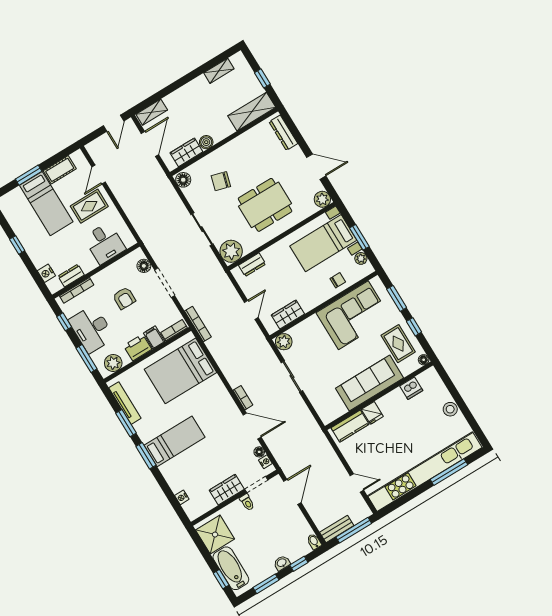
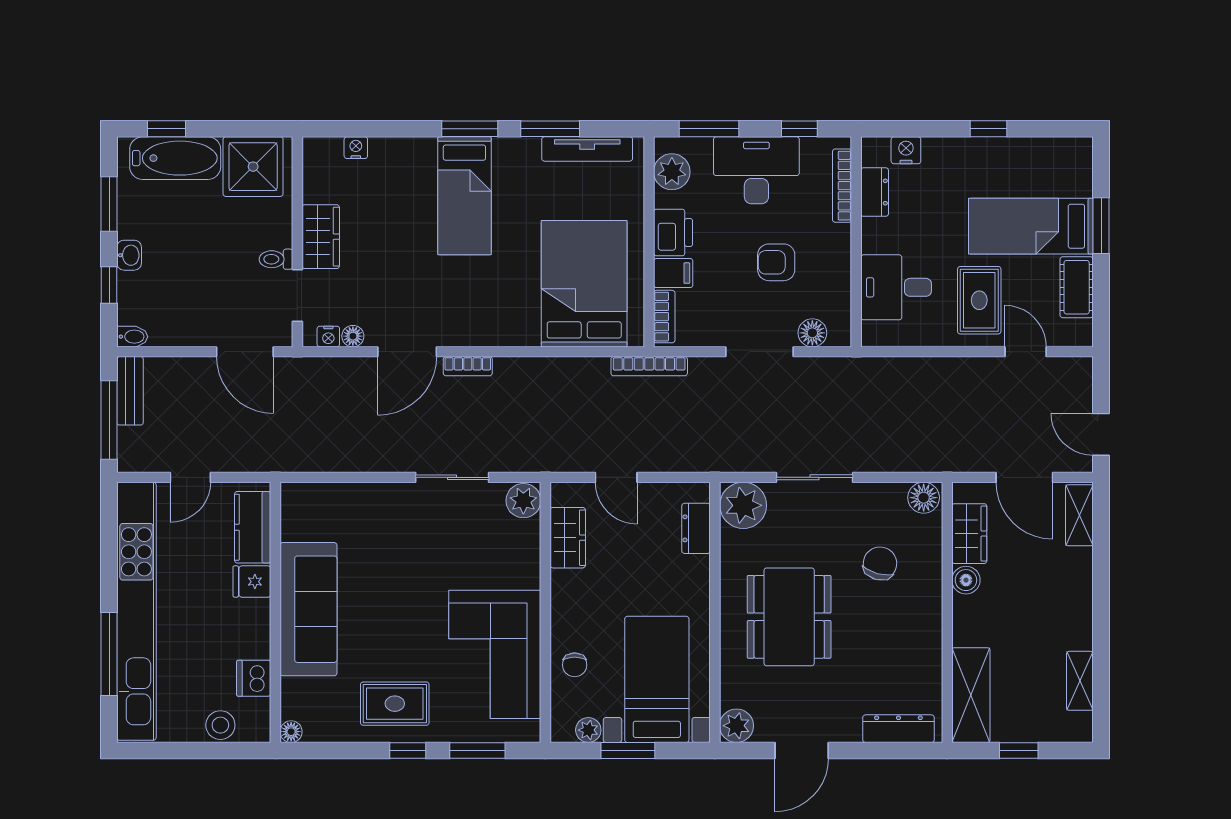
floor lamp: (424, 360) -> (291, 732), moved
sofa: (370, 383) -> (308, 609), moved
dishwasher: (411, 388) -> (254, 678), moved
wall: (379, 396) -> (275, 612), moved
fridge: (372, 413) -> (252, 582), moved
kitchen counter: (350, 426) -> (253, 527), moved

